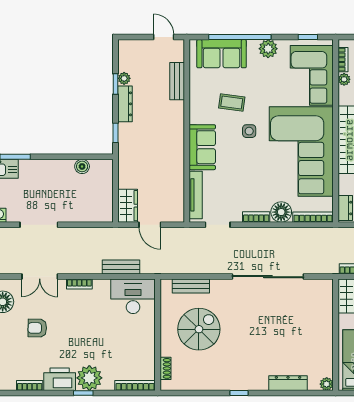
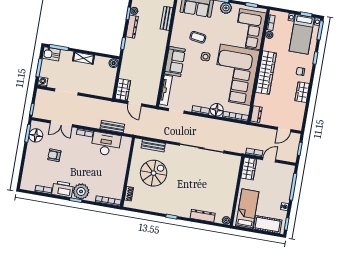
boiler: (82, 166) -> (114, 63), moved
shelving: (57, 167) -> (84, 58), added
desk: (133, 296) -> (106, 144), moved

